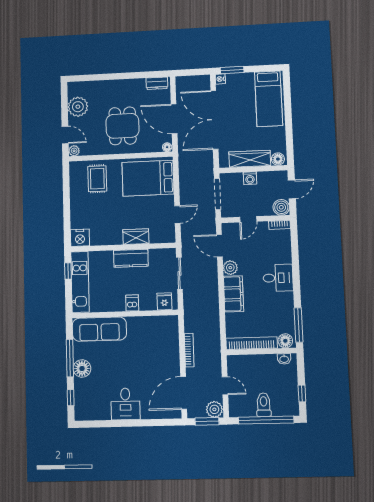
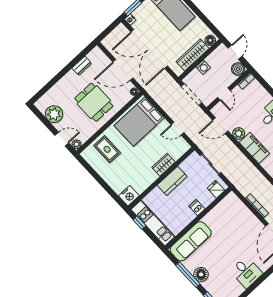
dresser: (157, 83) -> (82, 66), moved
door: (177, 215) -> (178, 129), swing flipped

